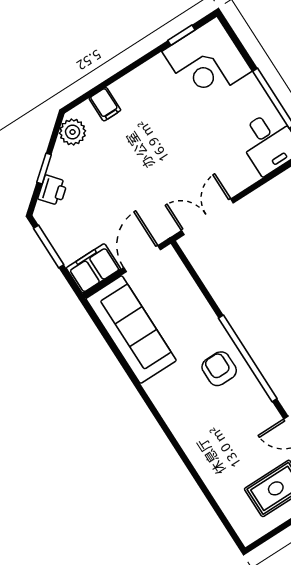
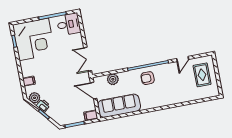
corner desk: (207, 61) -> (34, 39), width x1.36, depth x1.36
printer: (53, 190) -> (43, 106), moved
filing cabinet: (93, 268) -> (91, 115), width x0.50
plant: (185, 291) -> (113, 79), added

